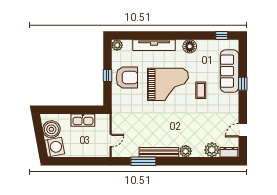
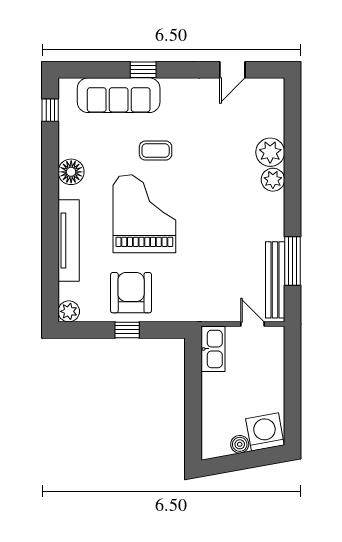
kitchen sink: (83, 120) -> (213, 349), moved
boiler: (51, 129) -> (240, 444), width x0.54, depth x0.54
door: (243, 130) -> (232, 70), hinge flipped
plant: (212, 150) -> (270, 152), moved
bench: (159, 152) -> (275, 280), moved
dresser: (229, 152) -> (275, 96), removed

